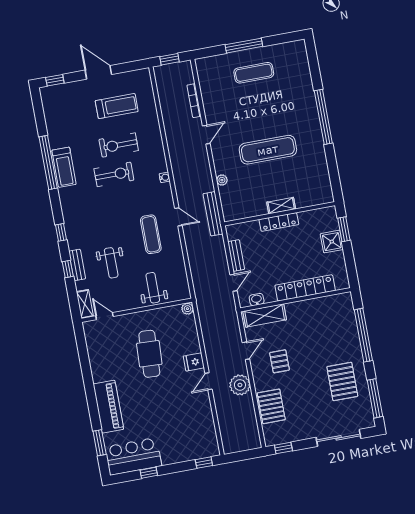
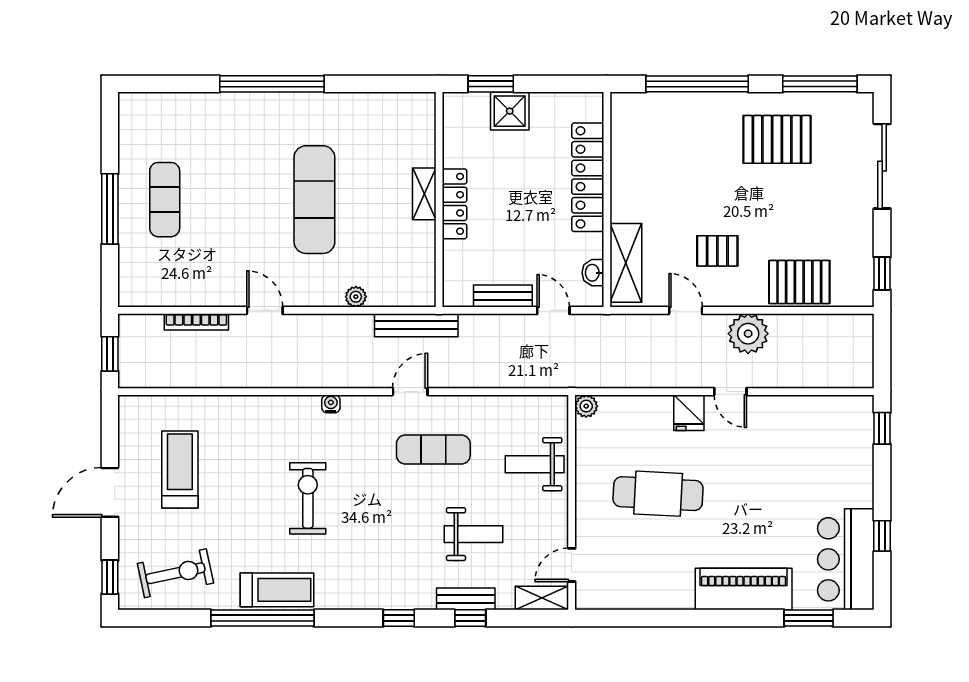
exercise bike: (119, 145) -> (175, 573), moved, turned -102

